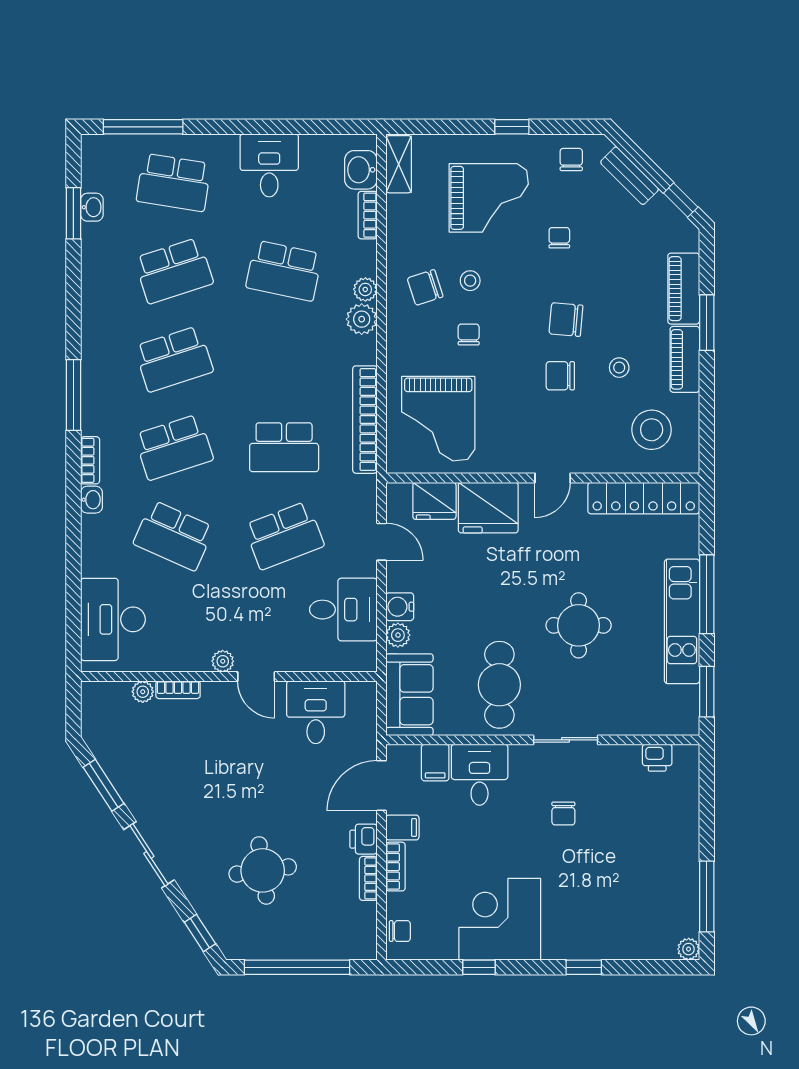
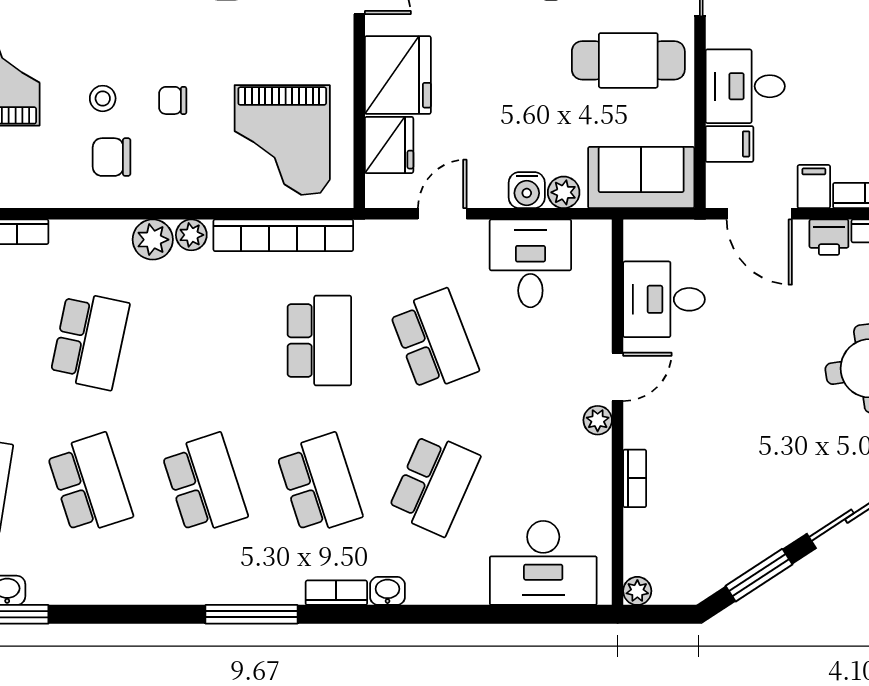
chair: (425, 287) -> (112, 157), turned 108
plant: (365, 289) -> (191, 235), moved
grand piano: (438, 419) -> (282, 140), turned 90
plant: (143, 692) -> (637, 591), moved

